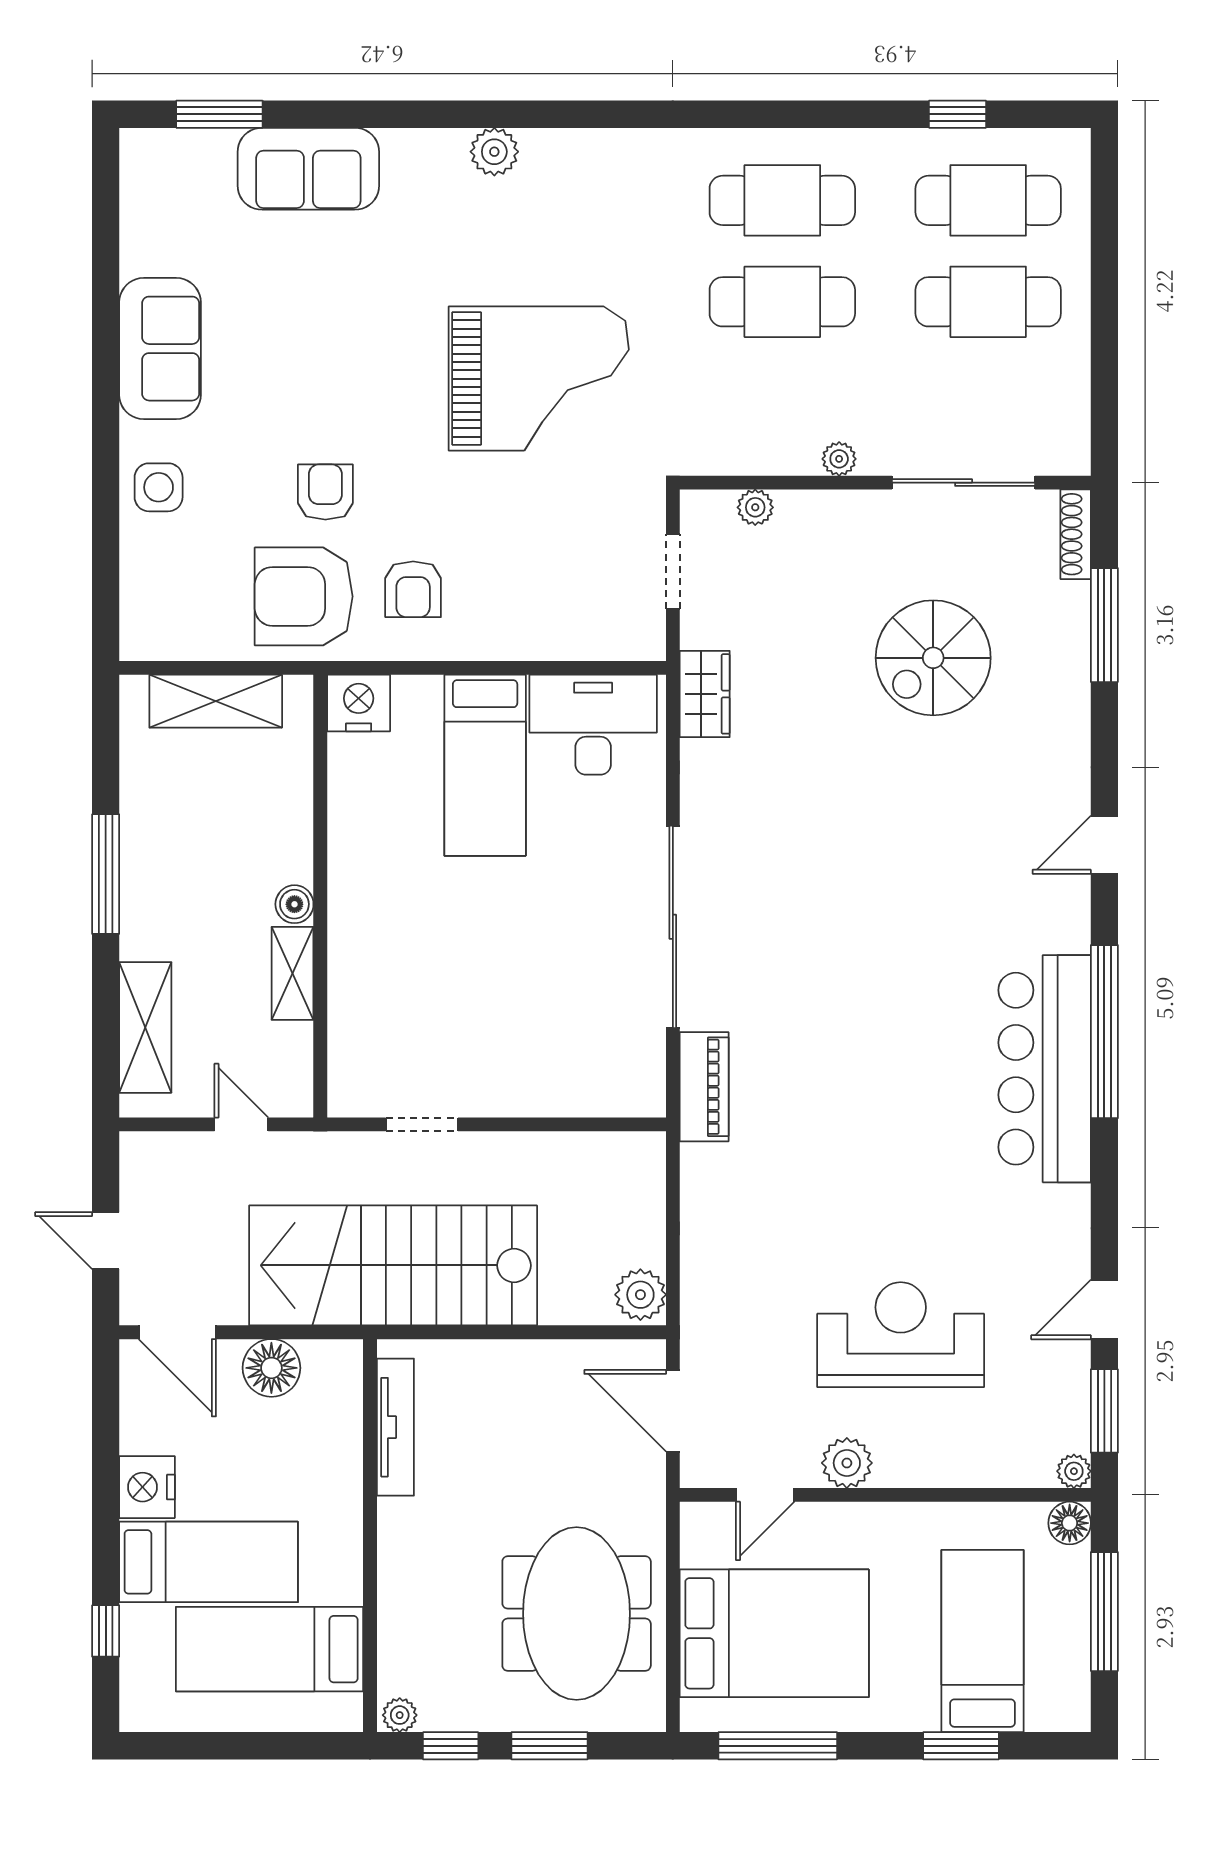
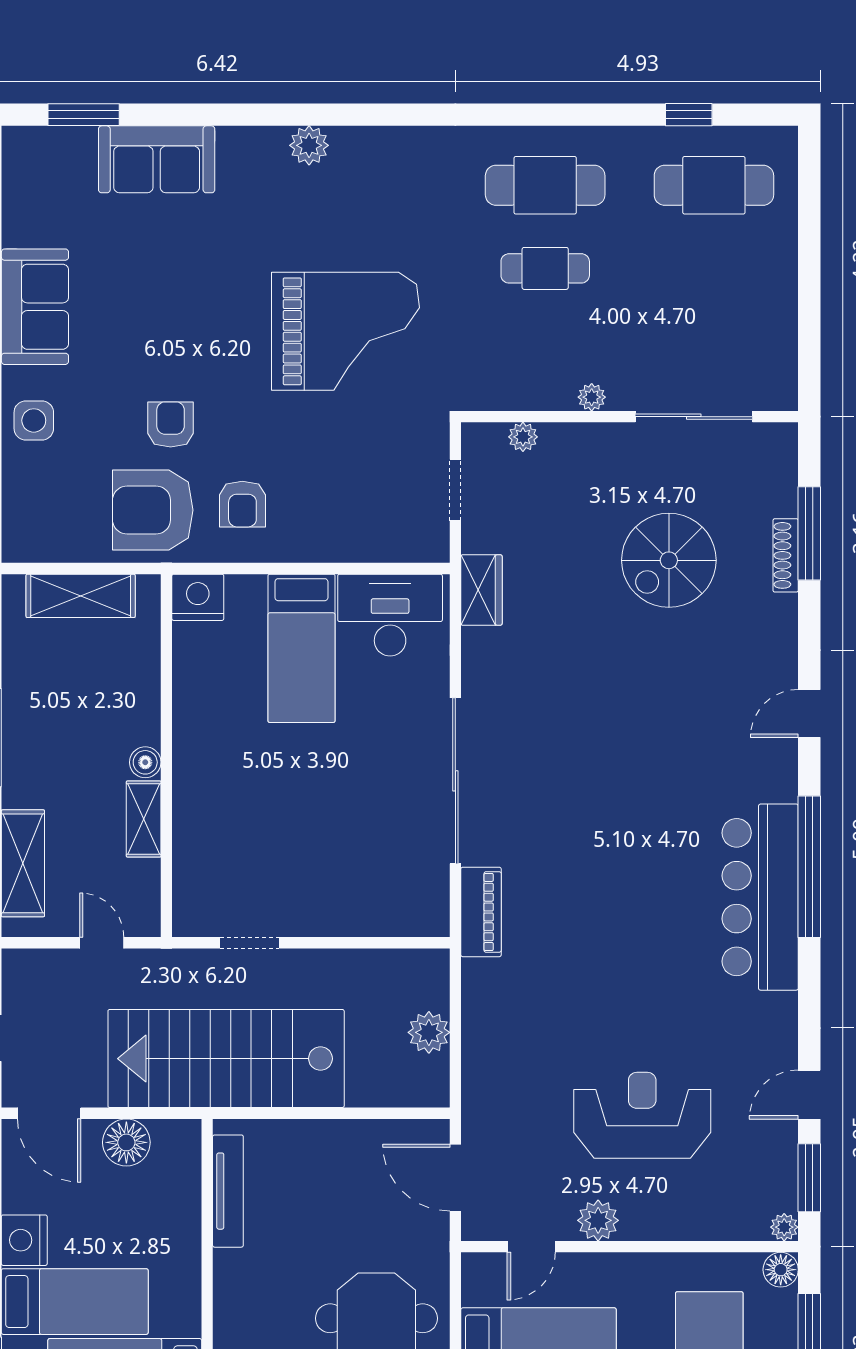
cafe table: (782, 302) -> (545, 268), width x0.73, depth x0.74
cafe table: (988, 302) -> (714, 268), removed
shoe rack: (1076, 534) -> (786, 555), moved
plant: (640, 1295) -> (429, 1032), moved

